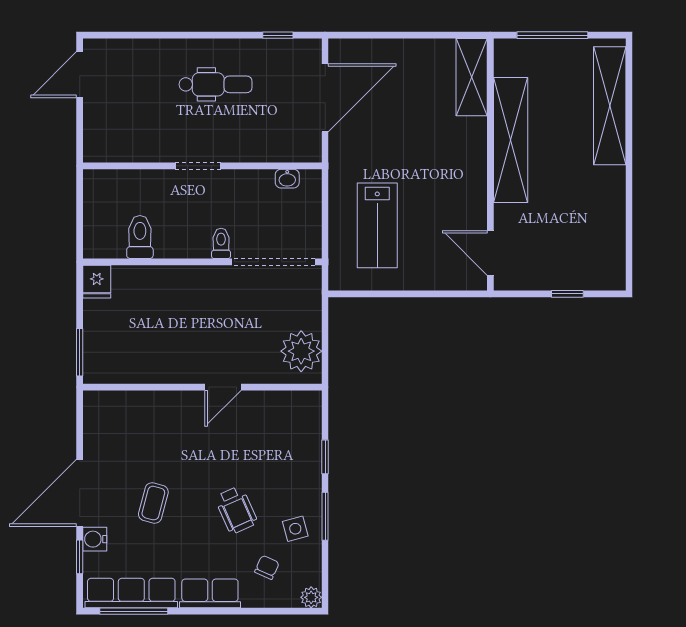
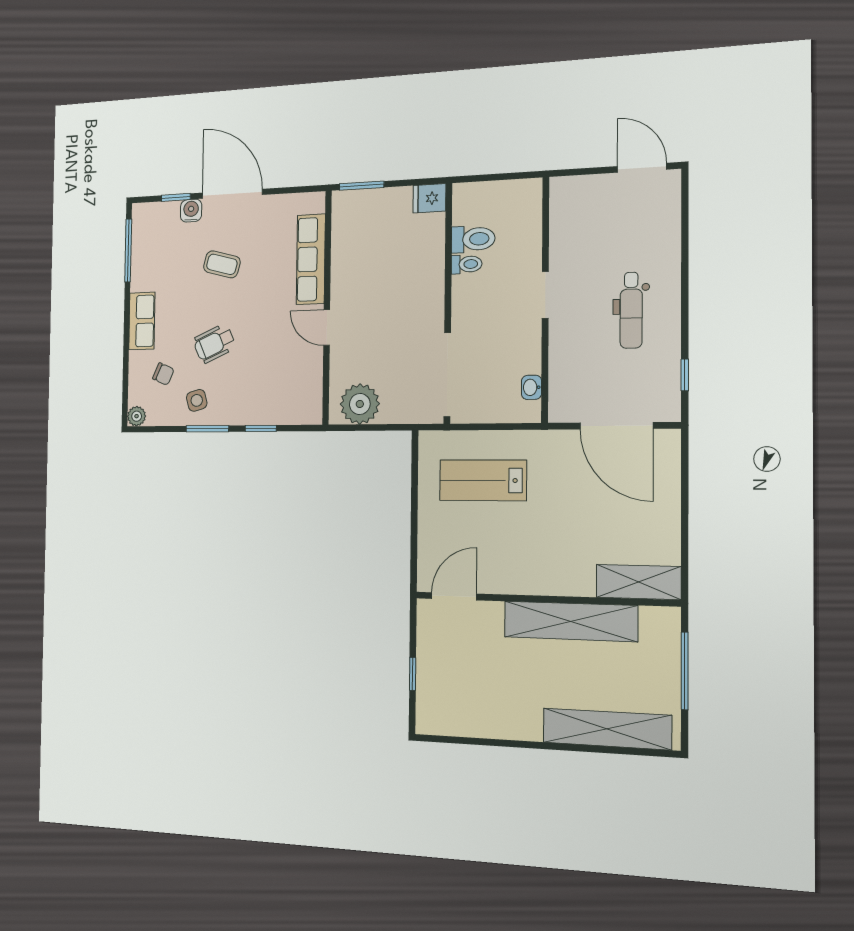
toilet: (221, 243) -> (467, 264), moved
row of seats: (131, 593) -> (311, 259), moved, turned 180

